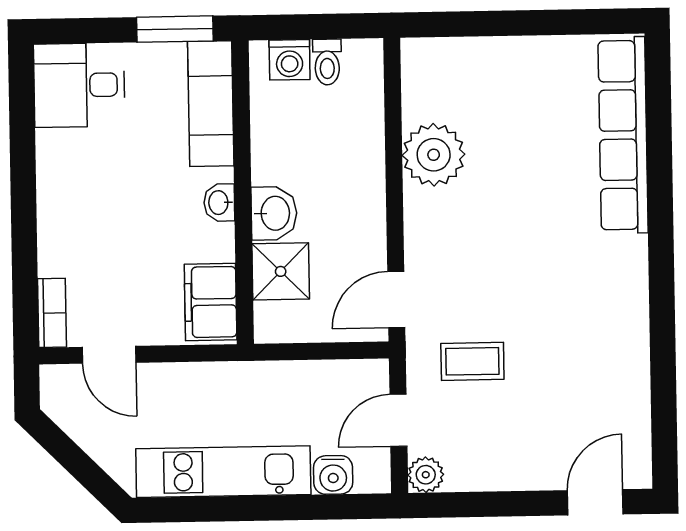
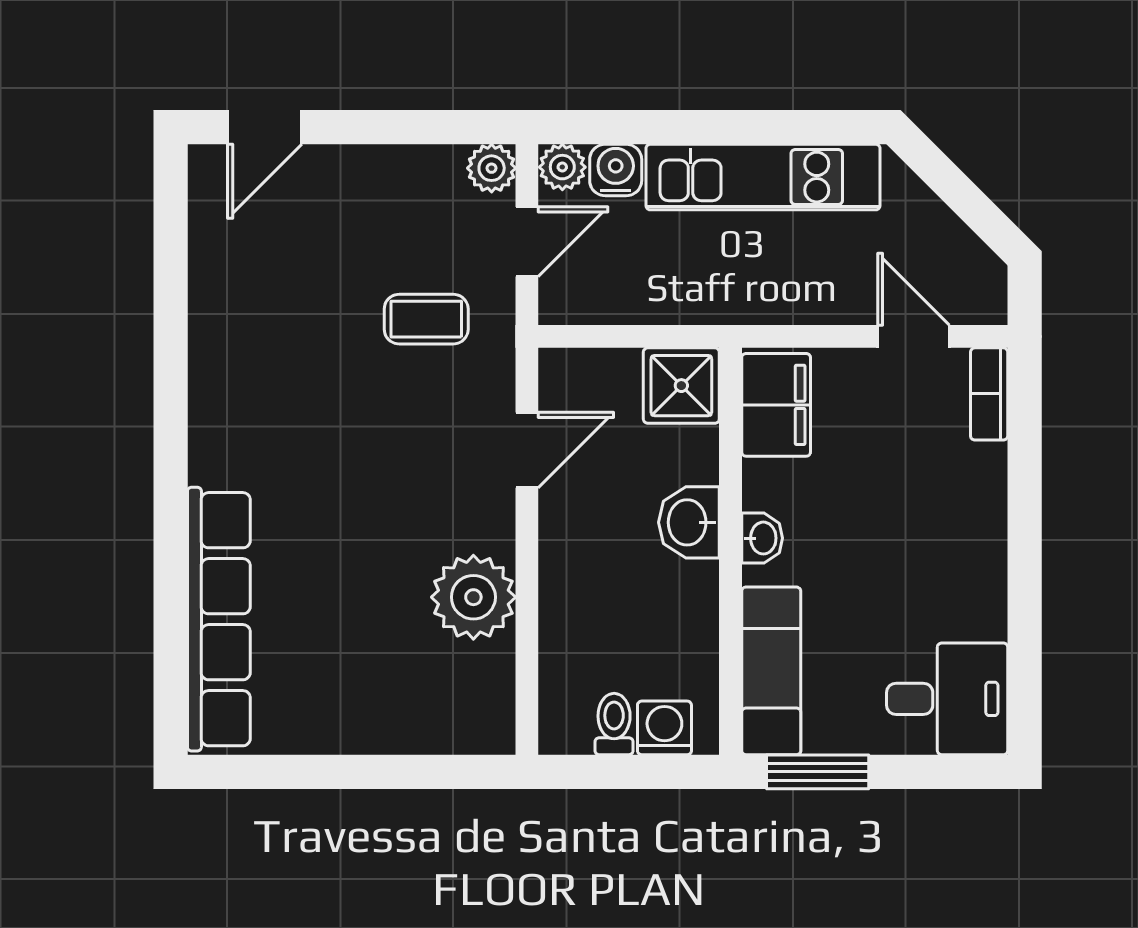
shower: (281, 271) -> (681, 386), moved
door: (396, 300) -> (527, 450), moved
plant: (373, 476) -> (562, 167), added

